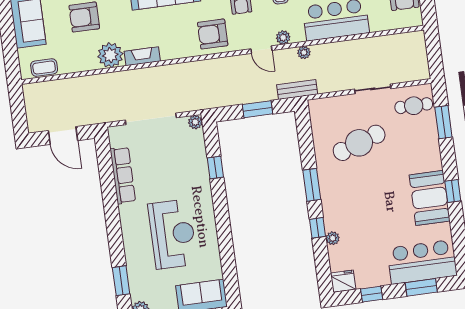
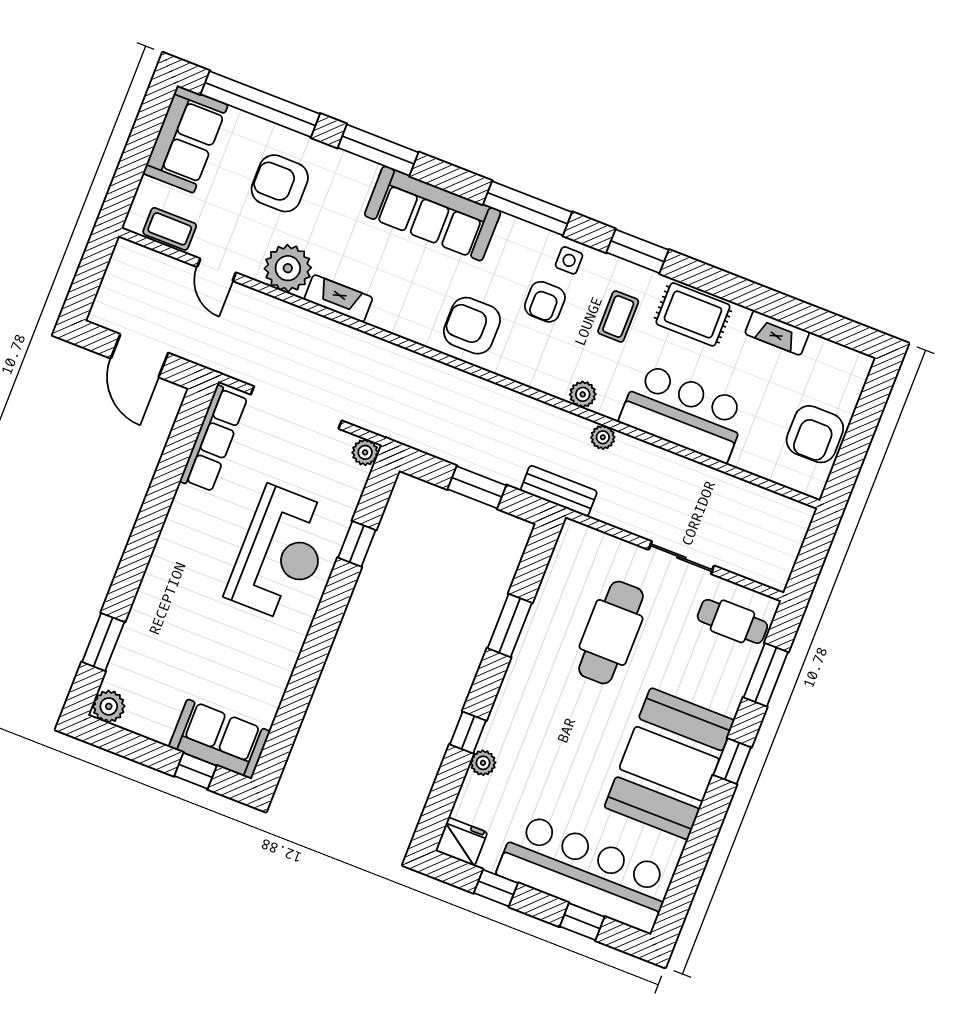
door: (261, 50) -> (216, 270), moved
cafe table: (359, 143) -> (611, 632), turned -71
row of seats: (123, 175) -> (214, 439), moved
window: (312, 185) -> (510, 626), moved
window: (453, 191) -> (732, 761), moved
booth: (430, 198) -> (669, 764), width x1.36, depth x1.42
reception desk: (173, 234) -> (281, 554), moved
bar counter: (422, 262) -> (585, 873), width x1.36
window: (421, 287) -> (582, 922), width x0.67

